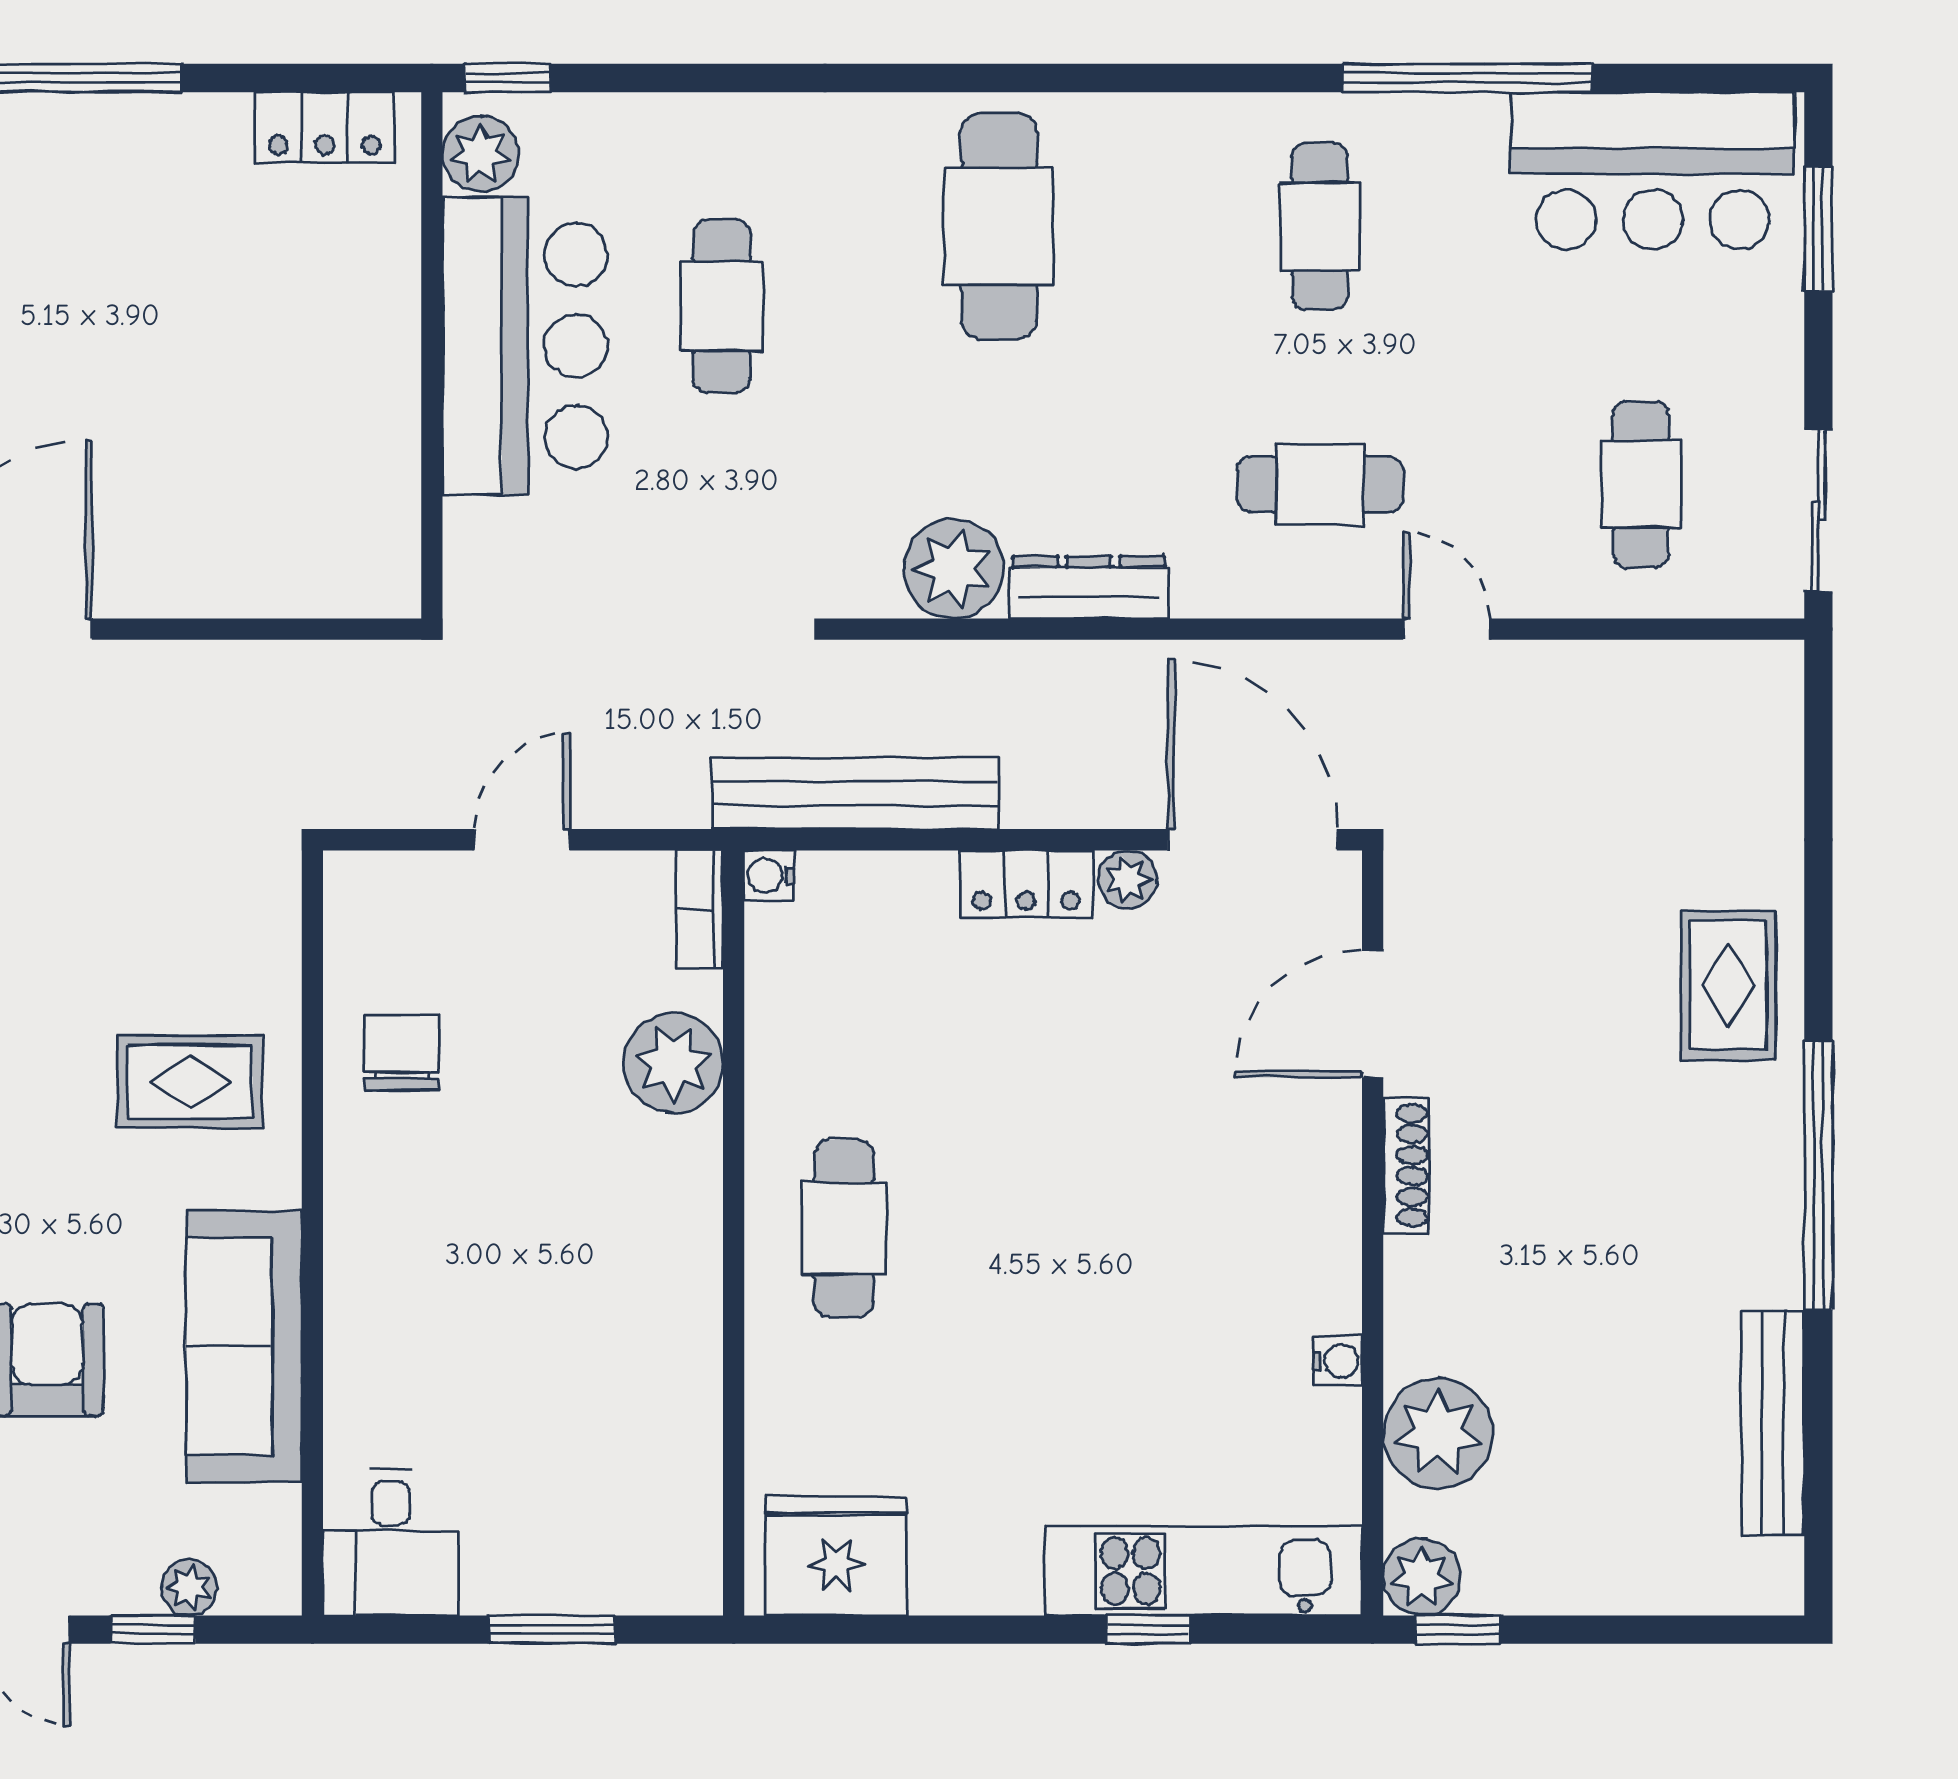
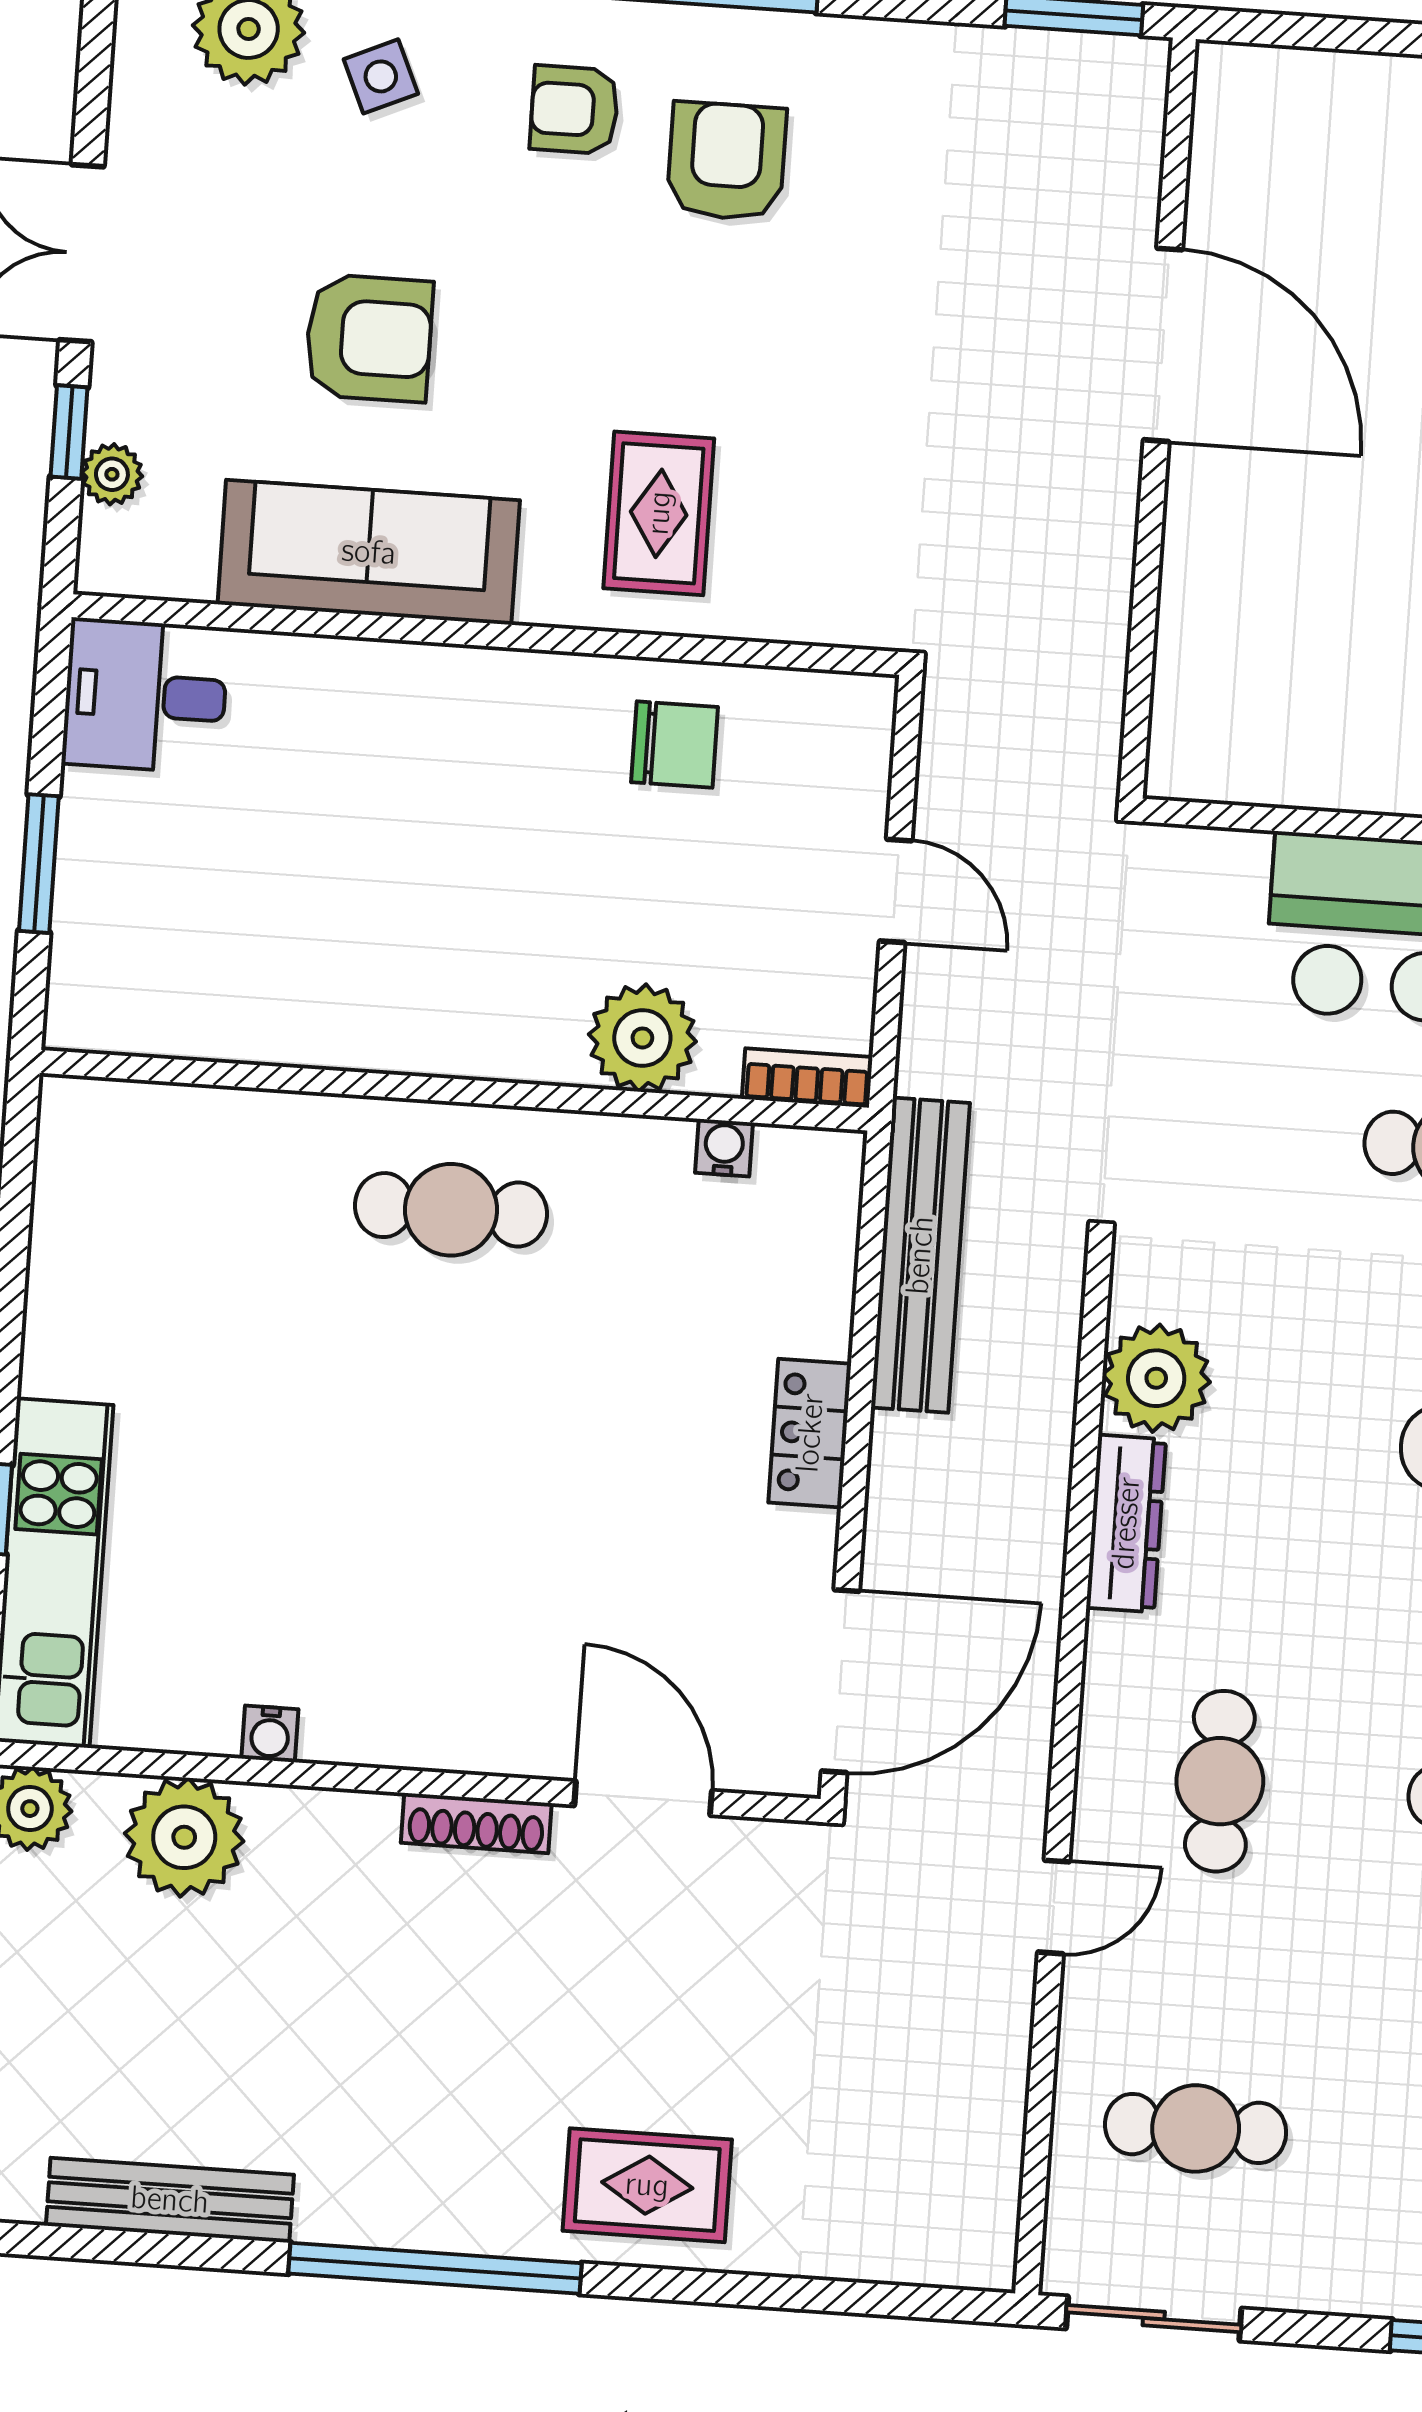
water cooler: (769, 875) -> (724, 1148), moved
plant: (1128, 880) -> (807, 1543), removed
fridge: (836, 1556) -> (97, 1177), removed

